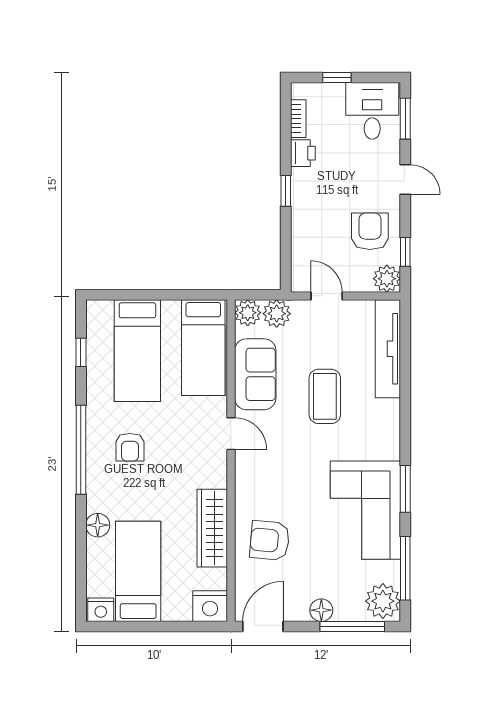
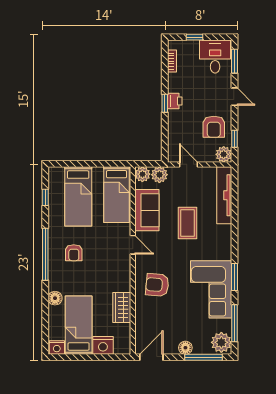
printer: (303, 153) -> (175, 101), moved
armchair: (370, 231) -> (214, 127), turned 180
wardrobe: (212, 528) -> (122, 307), width x0.67
armchair: (270, 540) -> (157, 285), moved
nightstand: (210, 606) -> (103, 345), moved

